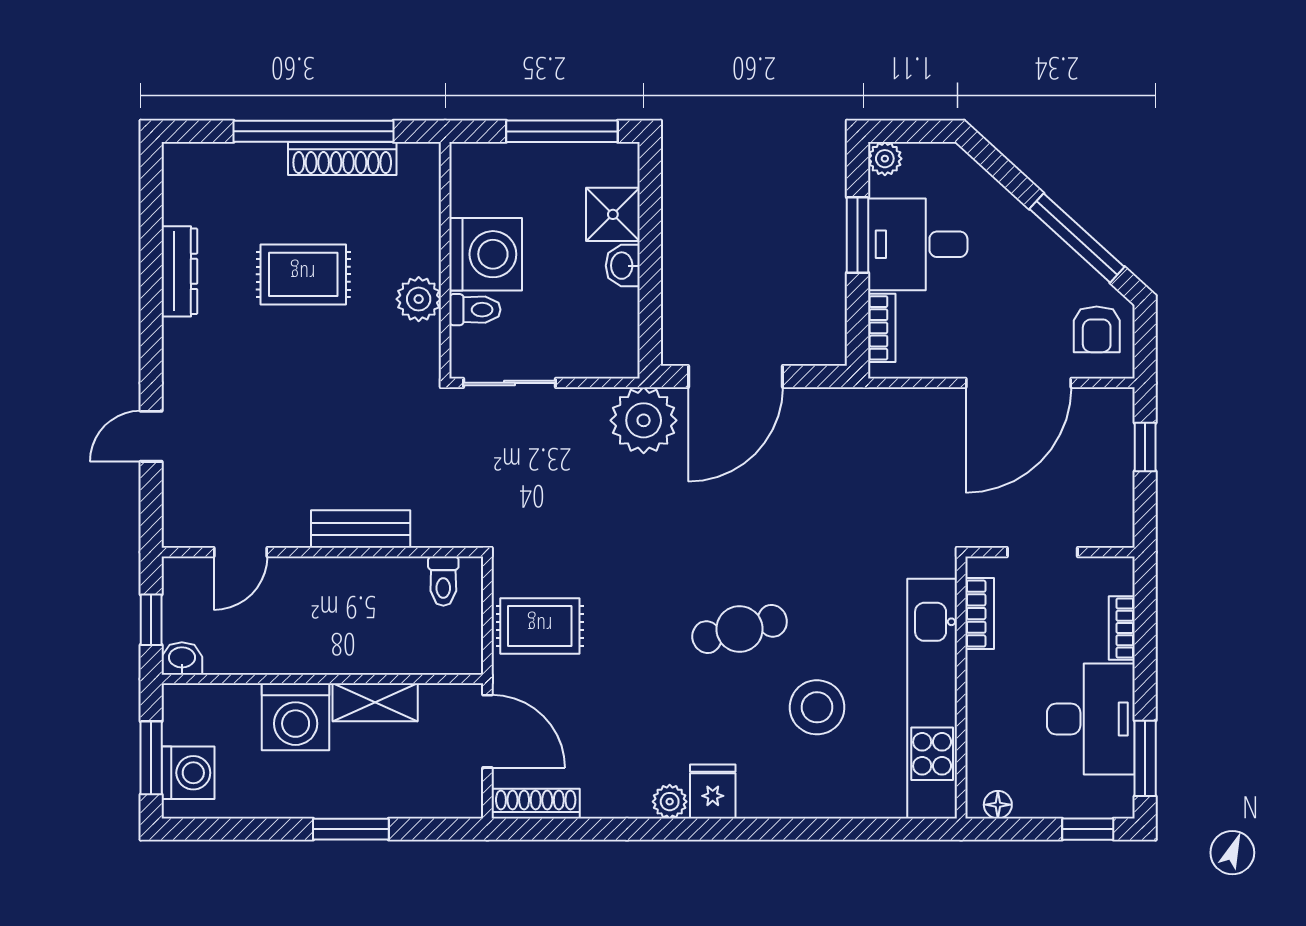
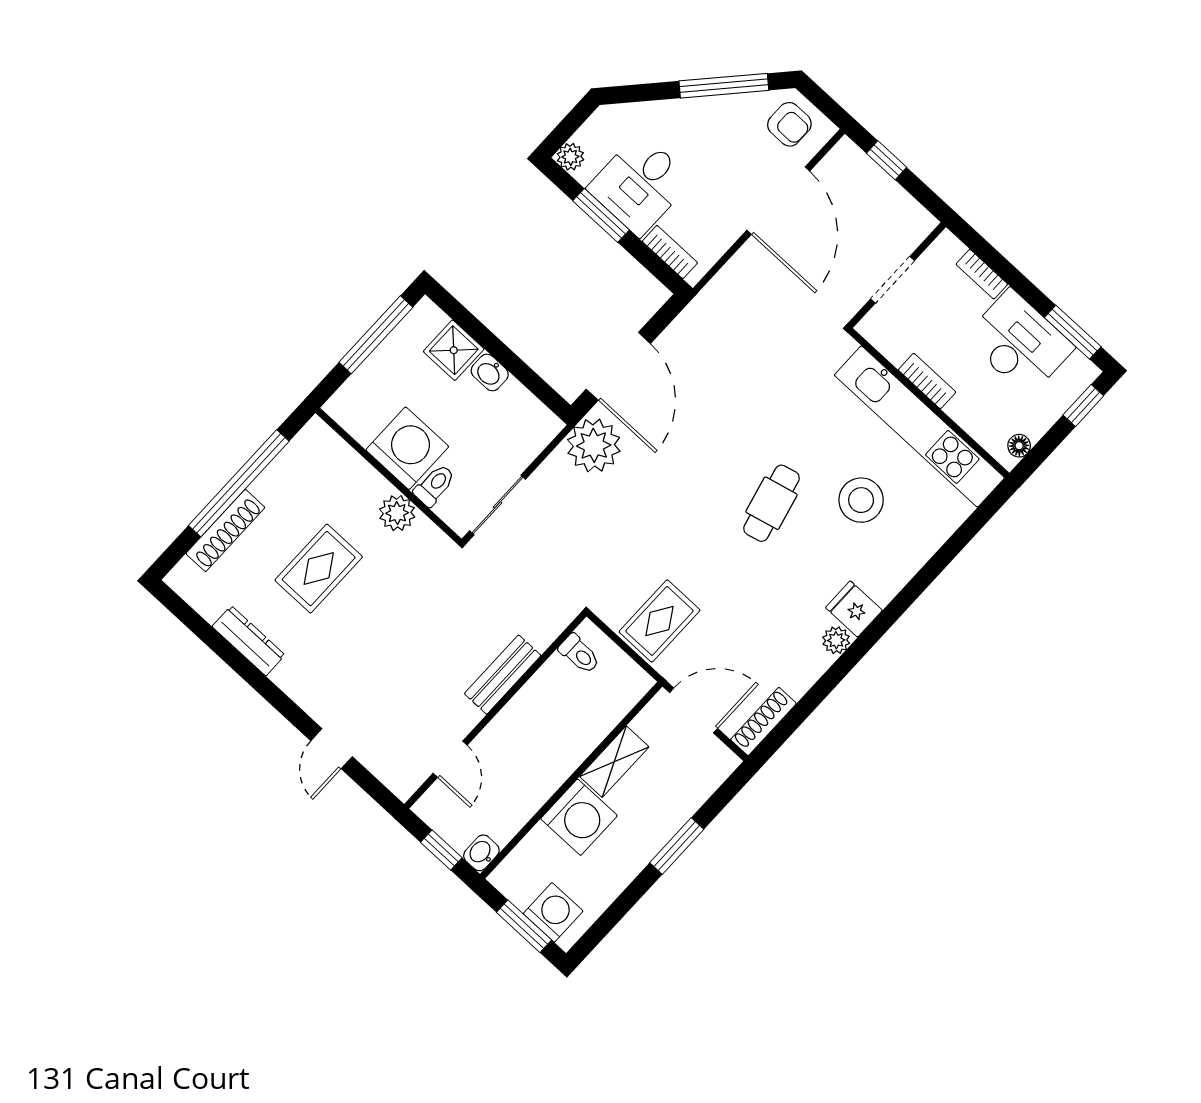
shoe rack: (342, 159) -> (225, 531), moved
bookcase: (980, 614) -> (927, 381), moved

